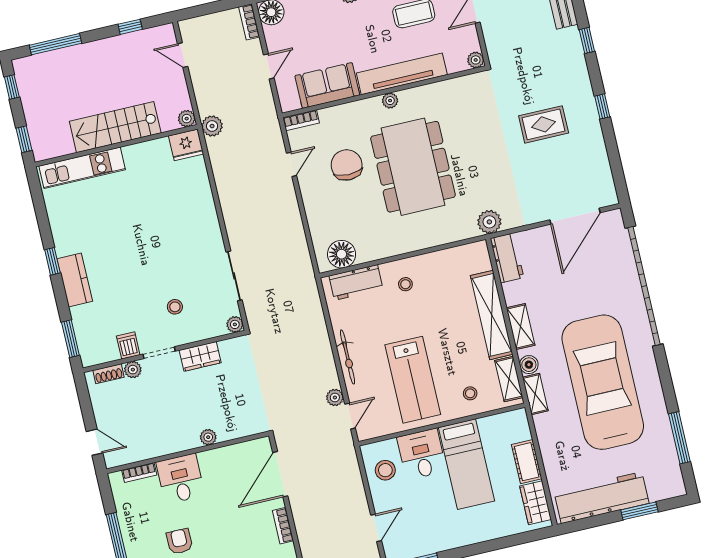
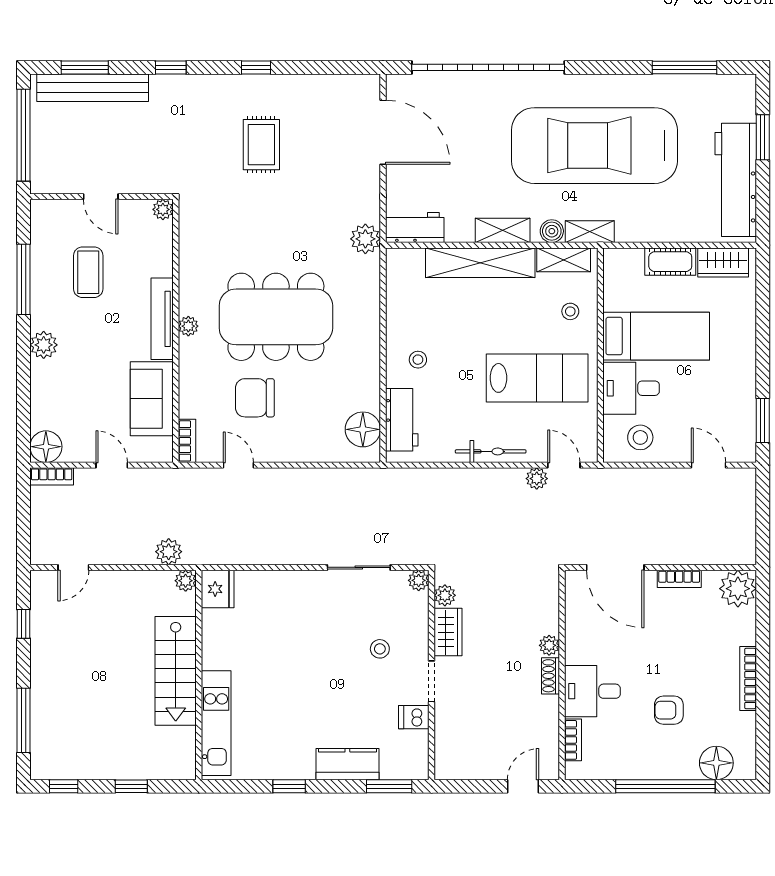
tv unit: (402, 74) -> (162, 319), width x0.73, depth x0.78
plant: (187, 119) -> (186, 581), moved
stairs: (115, 127) -> (176, 671), moved
fridge: (186, 145) -> (218, 589), moved
wall: (116, 146) -> (199, 675), moved
kitchen unit: (82, 168) -> (216, 723), moved
kitchen counter: (75, 280) -> (347, 764), moved
plant: (133, 370) -> (445, 595), moved
shoe rack: (108, 374) -> (551, 676), moved, turned 180

